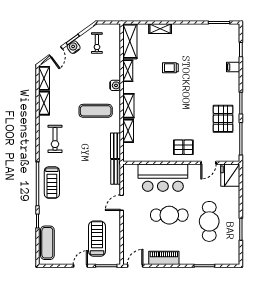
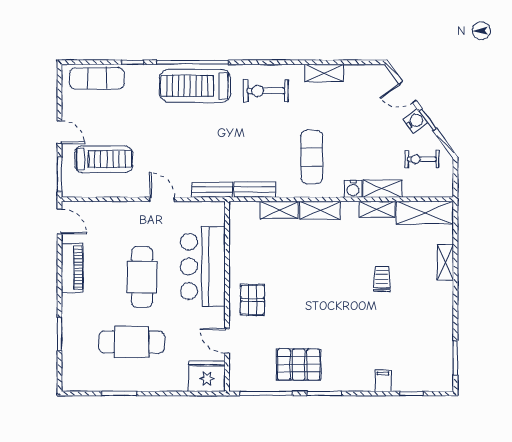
shelving: (44, 78) -> (383, 189), moved
treadmill: (52, 183) -> (195, 86), width x1.37, depth x1.38

